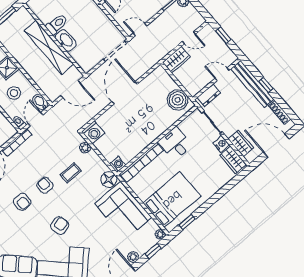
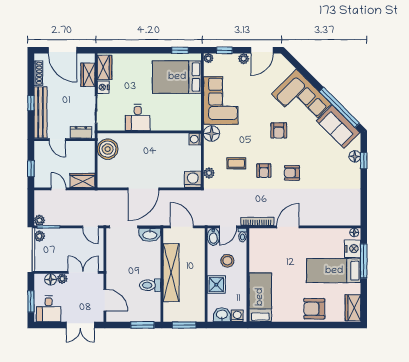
washbasin: (66, 41) -> (150, 235), moved, turned -90
bookcase: (142, 162) -> (175, 125), removed
armchair: (22, 202) -> (292, 173), turned -90
armchair: (60, 225) -> (279, 130), turned -76

